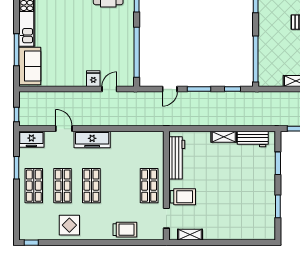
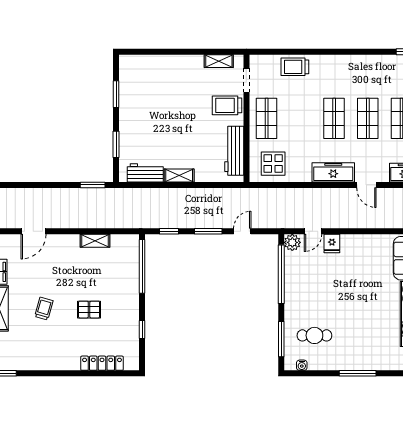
plant: (127, 79) -> (292, 242), added
display table: (69, 225) -> (273, 164), moved

